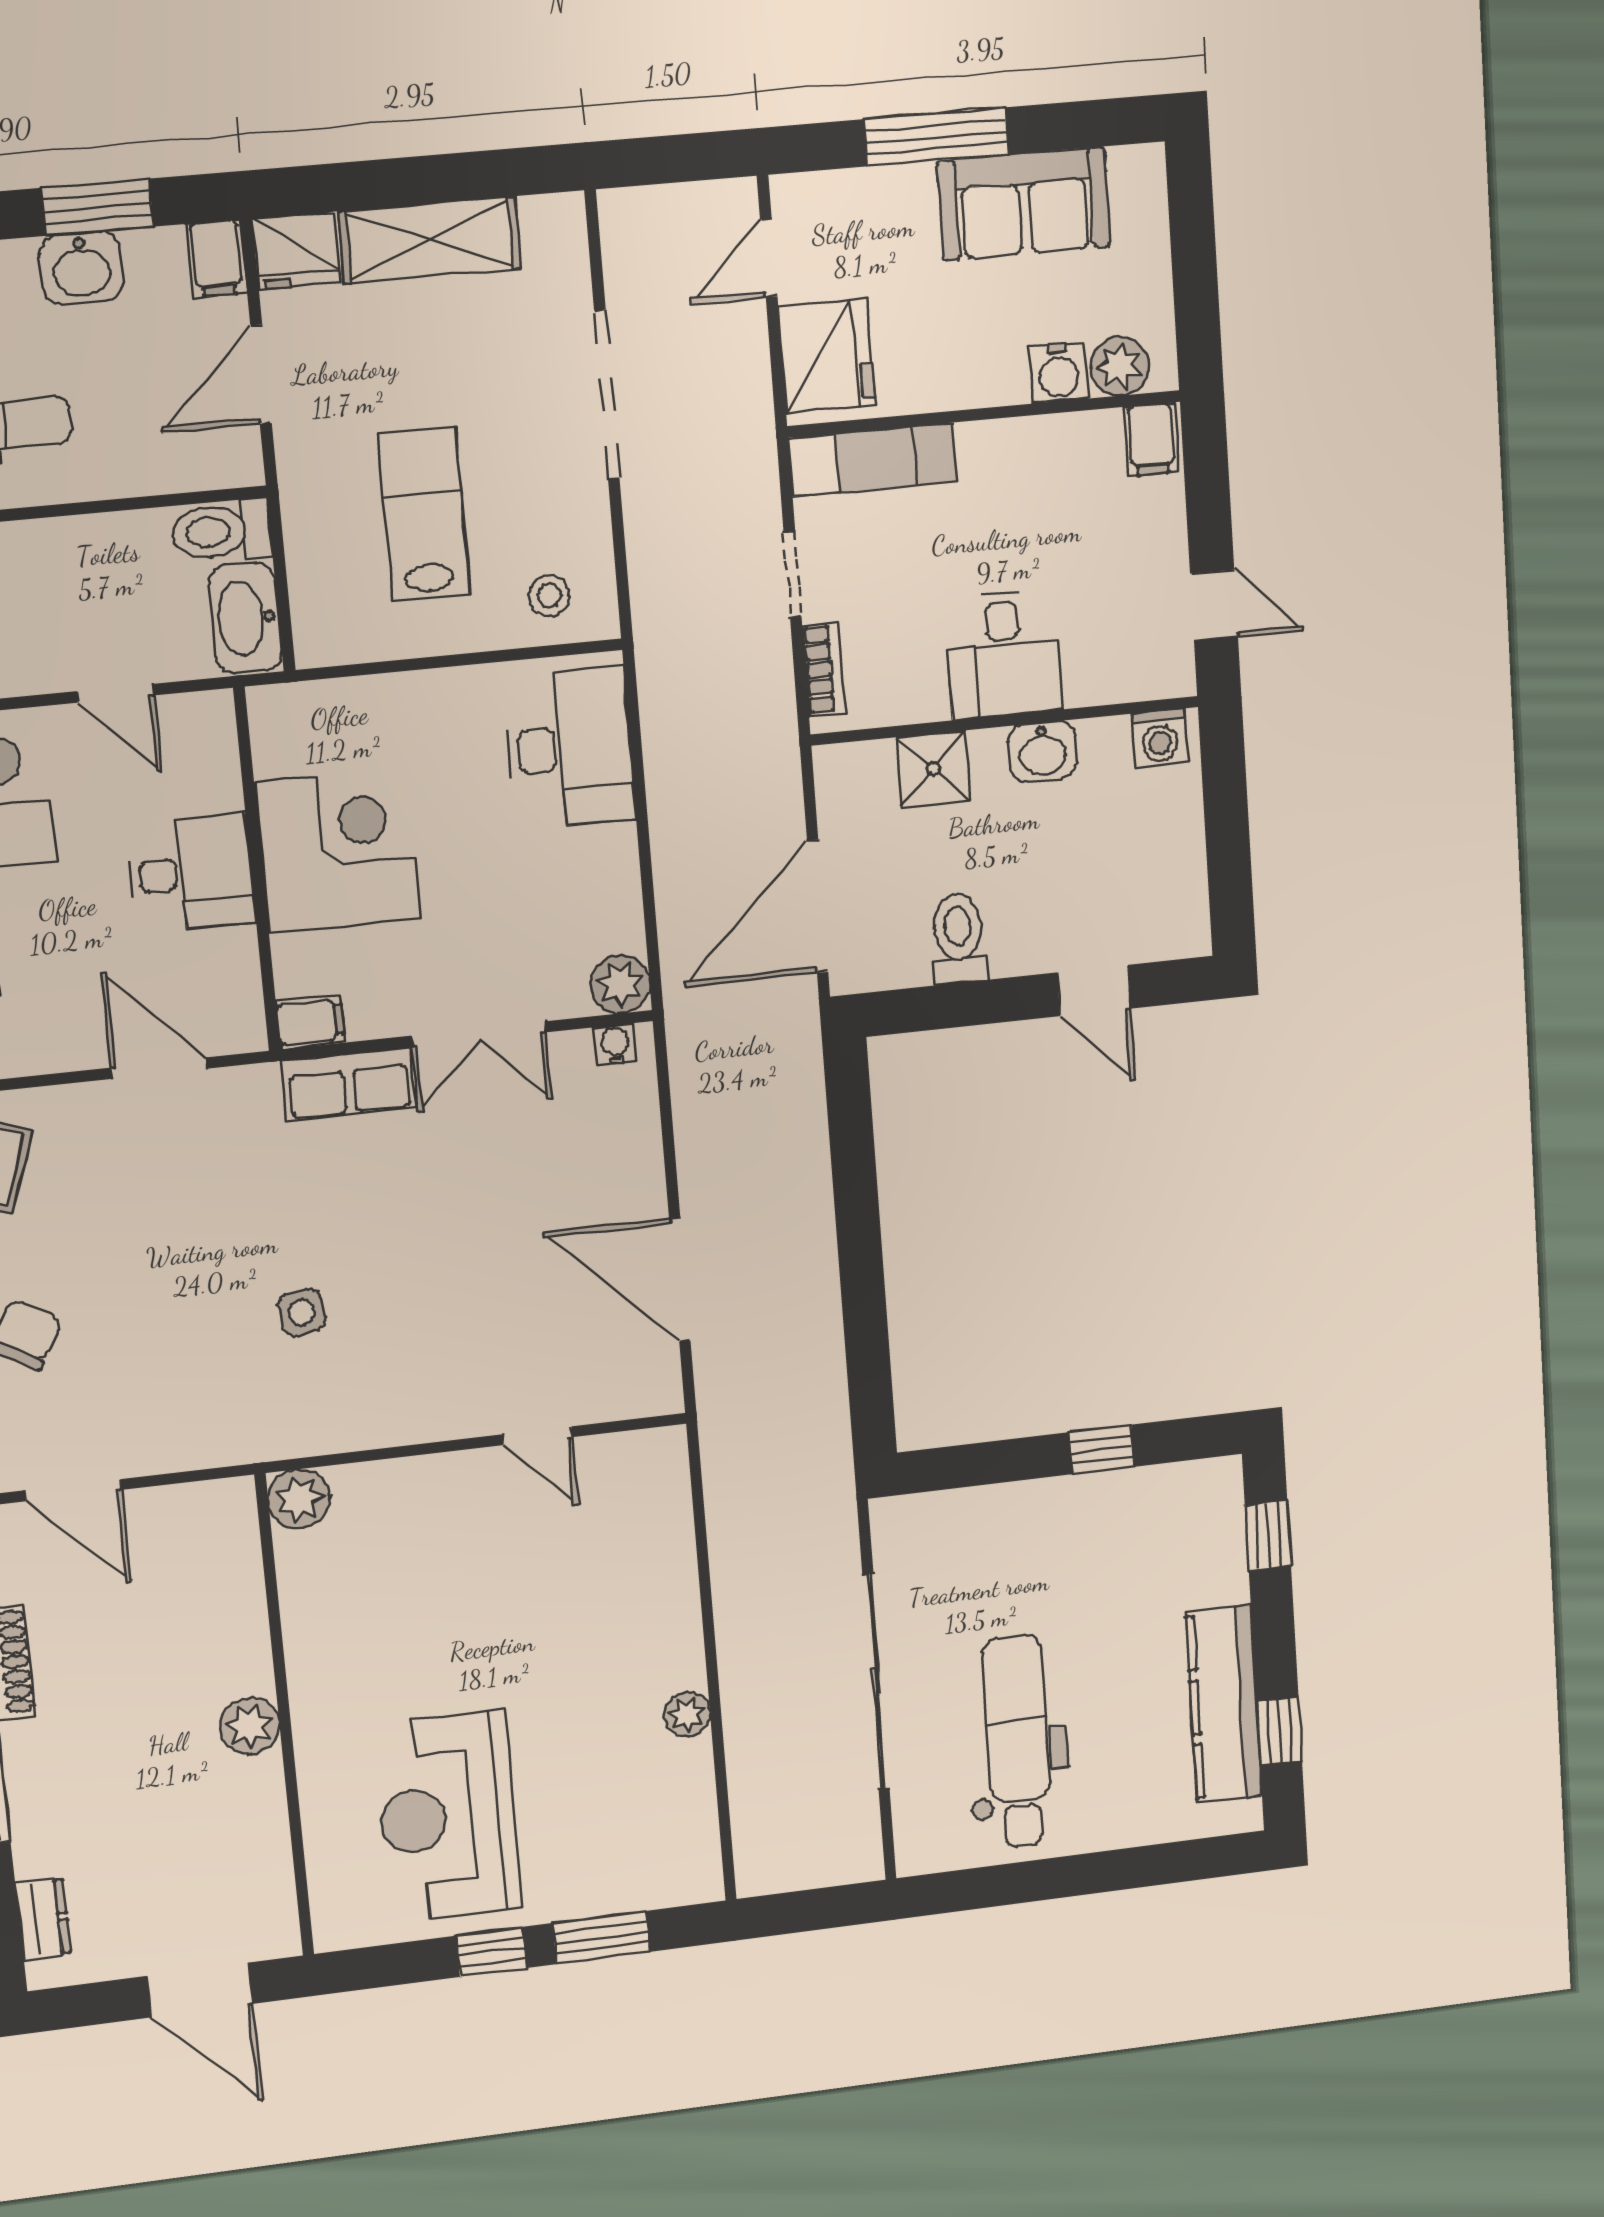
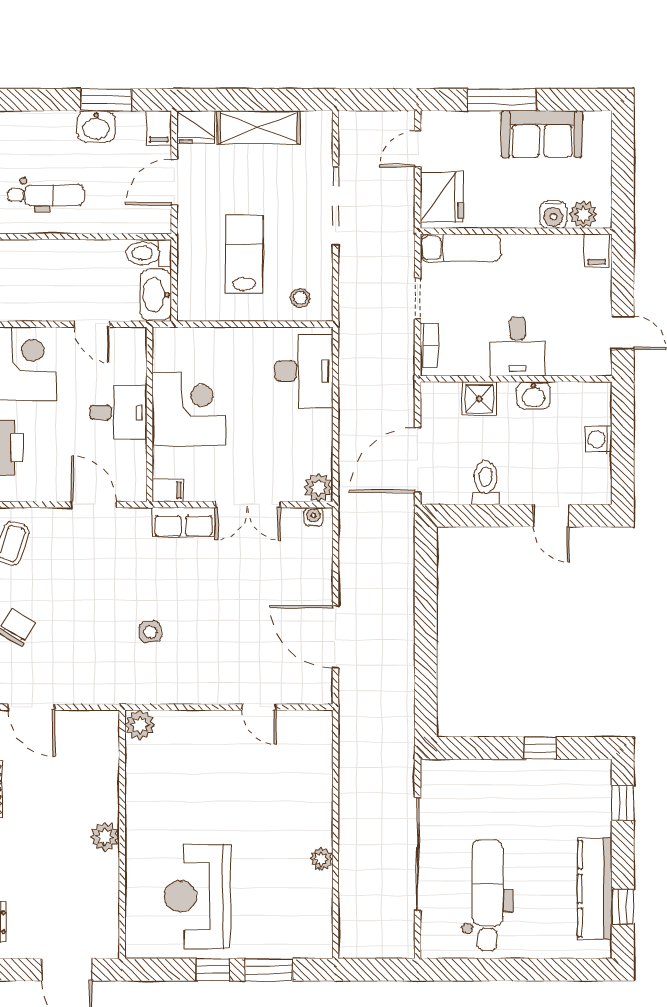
washing machine: (1160, 738) -> (599, 439), moved, turned 90

